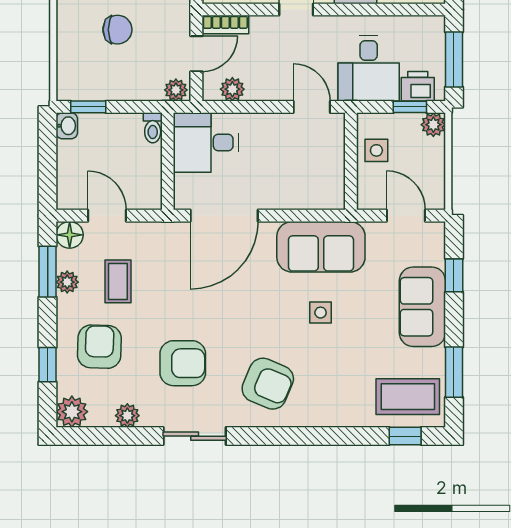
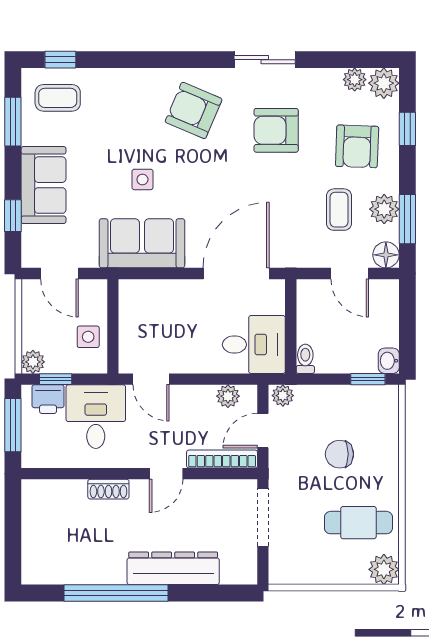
bookcase: (225, 25) -> (222, 459), width x1.56
plant: (67, 282) -> (384, 209), width x1.38, depth x1.38
coffee table: (408, 397) -> (58, 98), width x0.73, depth x0.77
plant: (127, 416) -> (355, 80), moved

